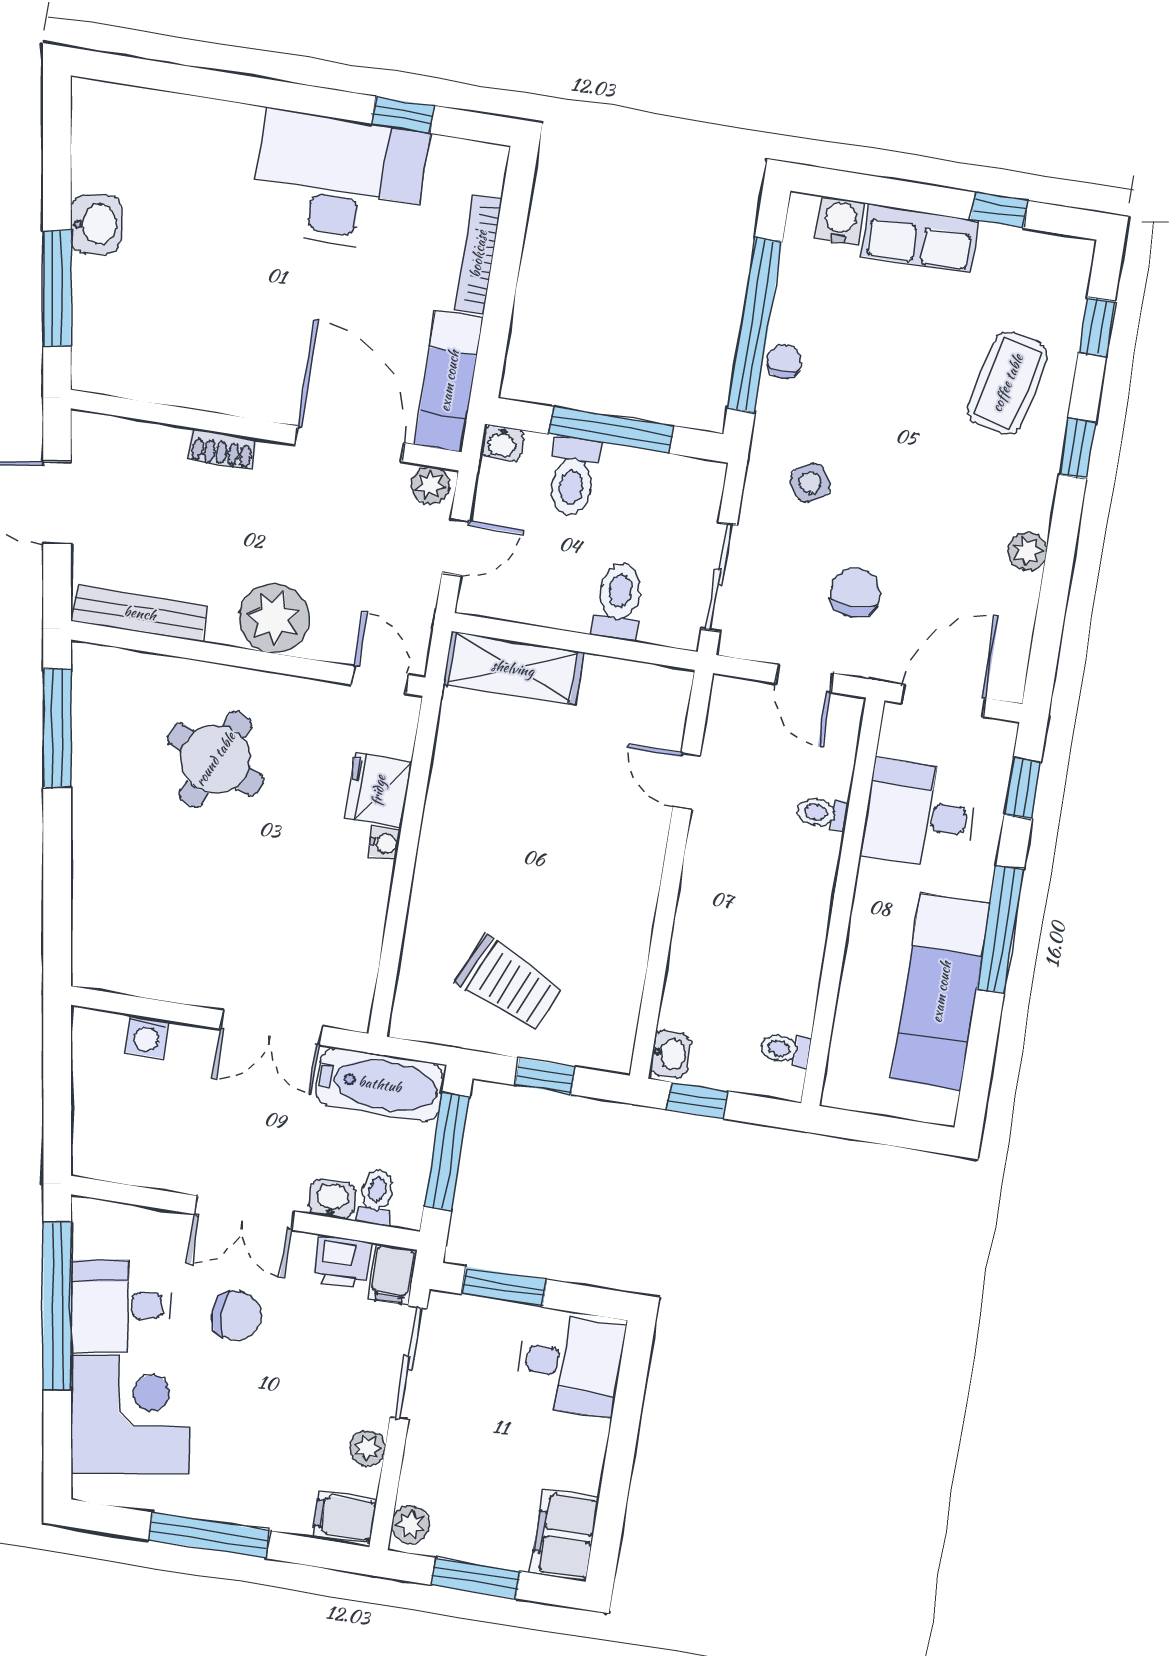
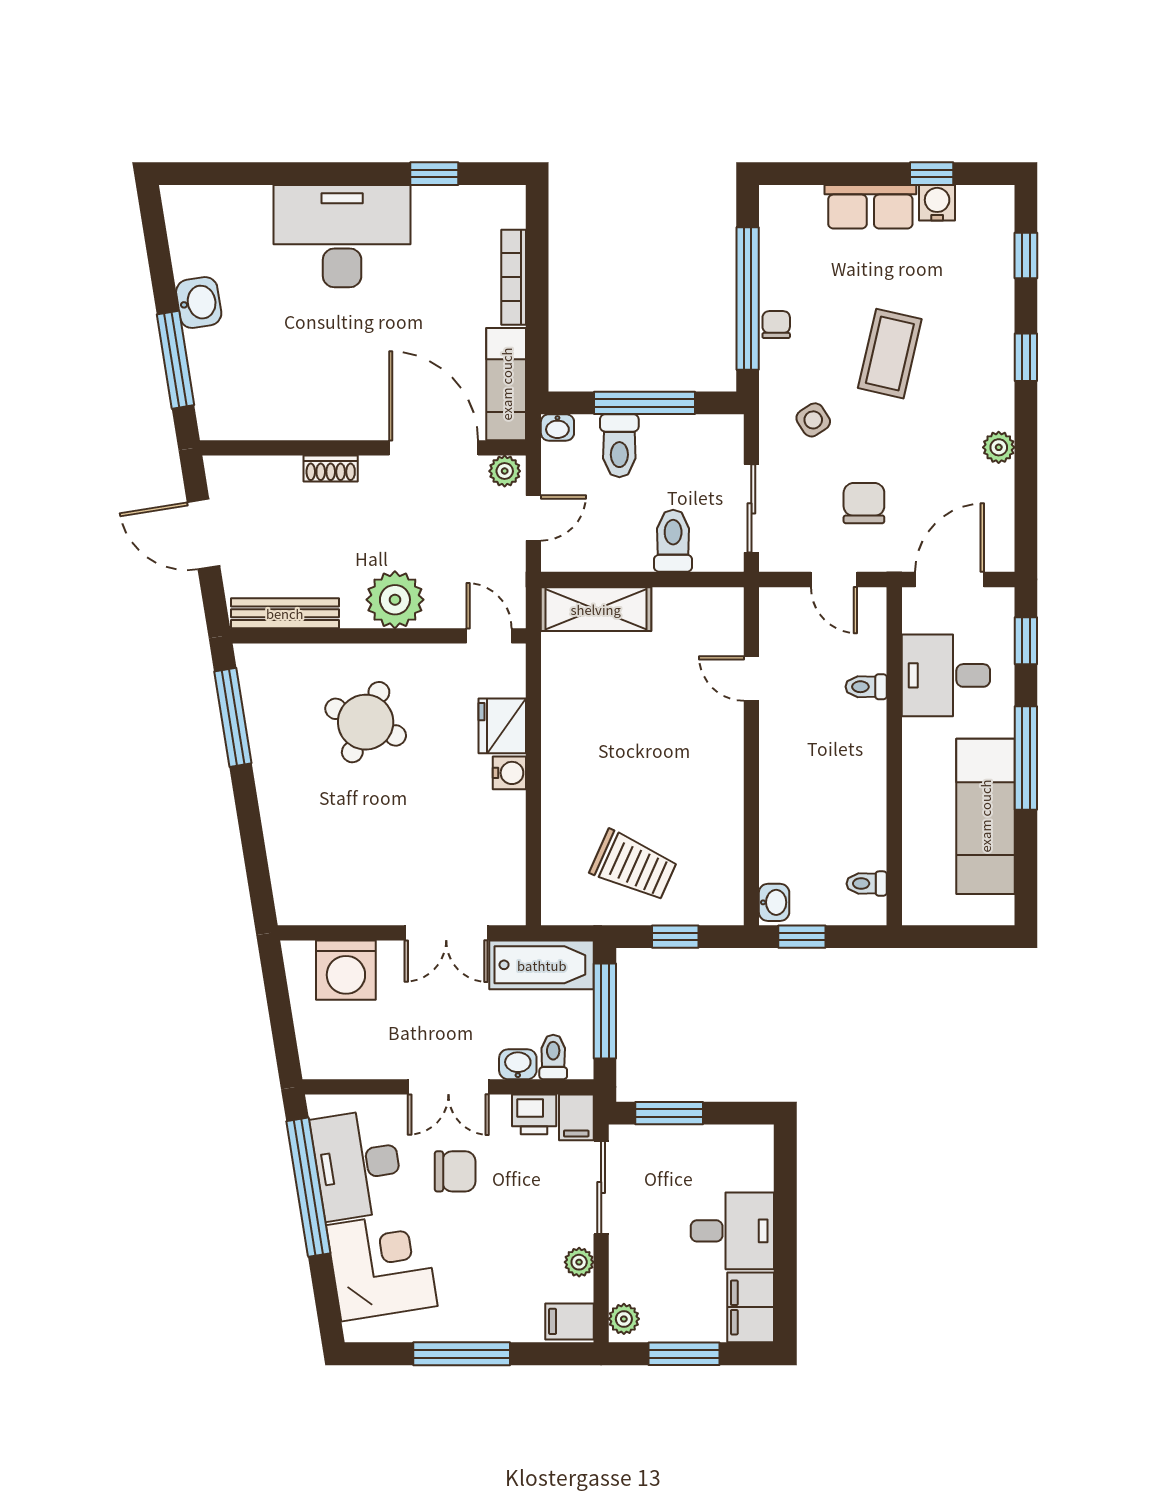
desk: (338, 181) -> (342, 236), moved
water cooler: (840, 221) -> (937, 203), moved
coffee table: (1007, 383) -> (890, 354), moved
water cooler: (384, 843) -> (509, 773), width x1.38, depth x1.38
washing machine: (147, 1036) -> (346, 970), width x1.89, depth x1.89
desk: (120, 1306) -> (357, 1165), width x1.37
desk: (570, 1364) -> (732, 1231), moved

